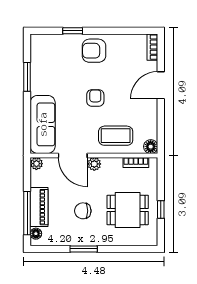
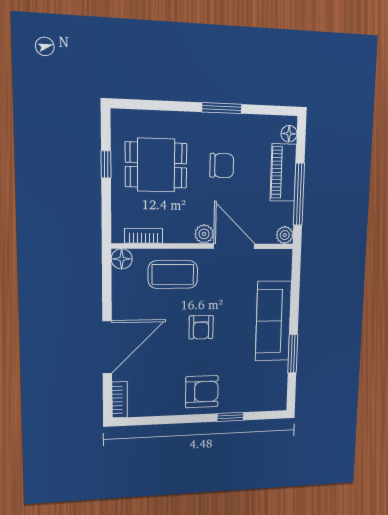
door: (161, 85) -> (107, 347), width x1.36
sofa: (43, 124) -> (273, 321), moved
window: (27, 213) -> (299, 194), moved

